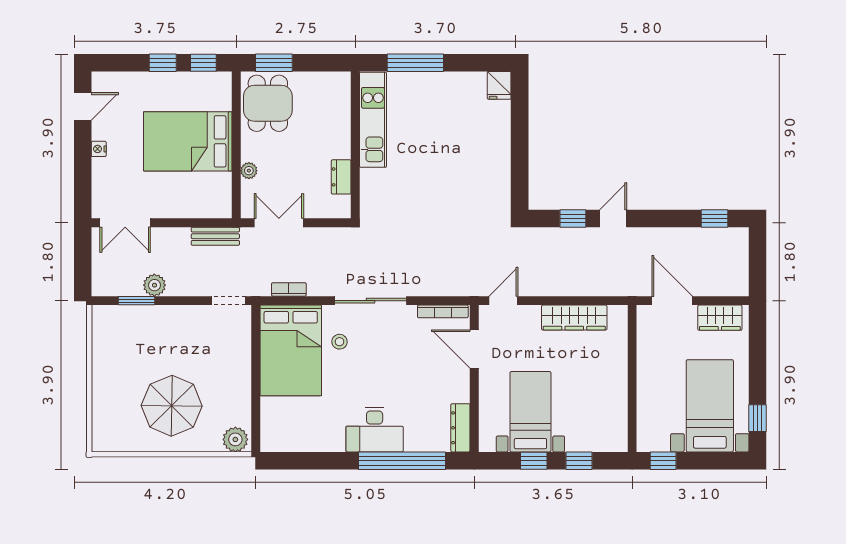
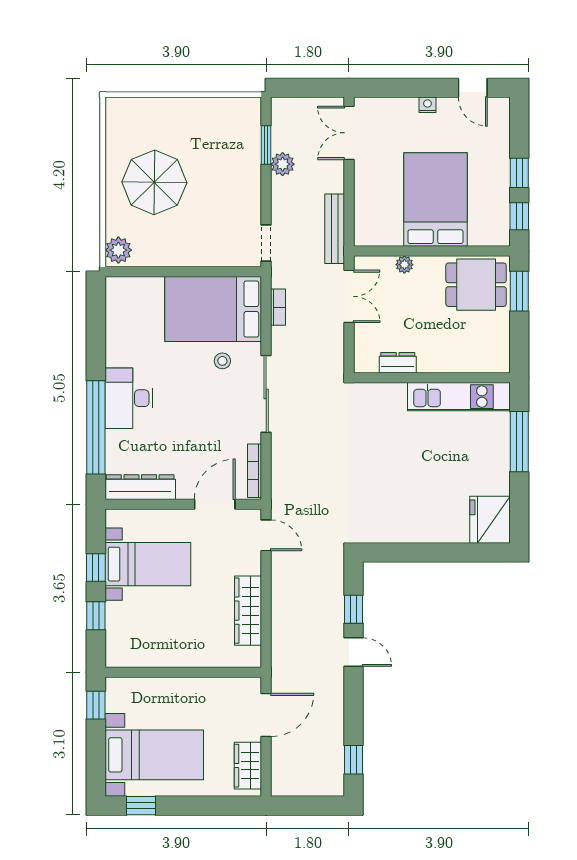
fridge: (499, 85) -> (490, 520), width x1.88, depth x1.34
bench: (215, 236) -> (335, 229), width x1.36
dresser: (460, 428) -> (140, 487), width x1.37, depth x1.24

